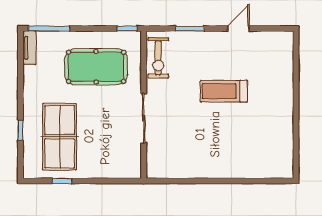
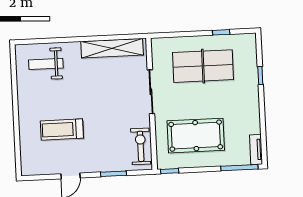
treadmill: (224, 91) -> (62, 129), moved, turned 180
table tennis table: (60, 137) -> (203, 66), moved, turned 90
weight bench: (260, 155) -> (46, 64), added
shelving: (185, 169) -> (112, 48), added

